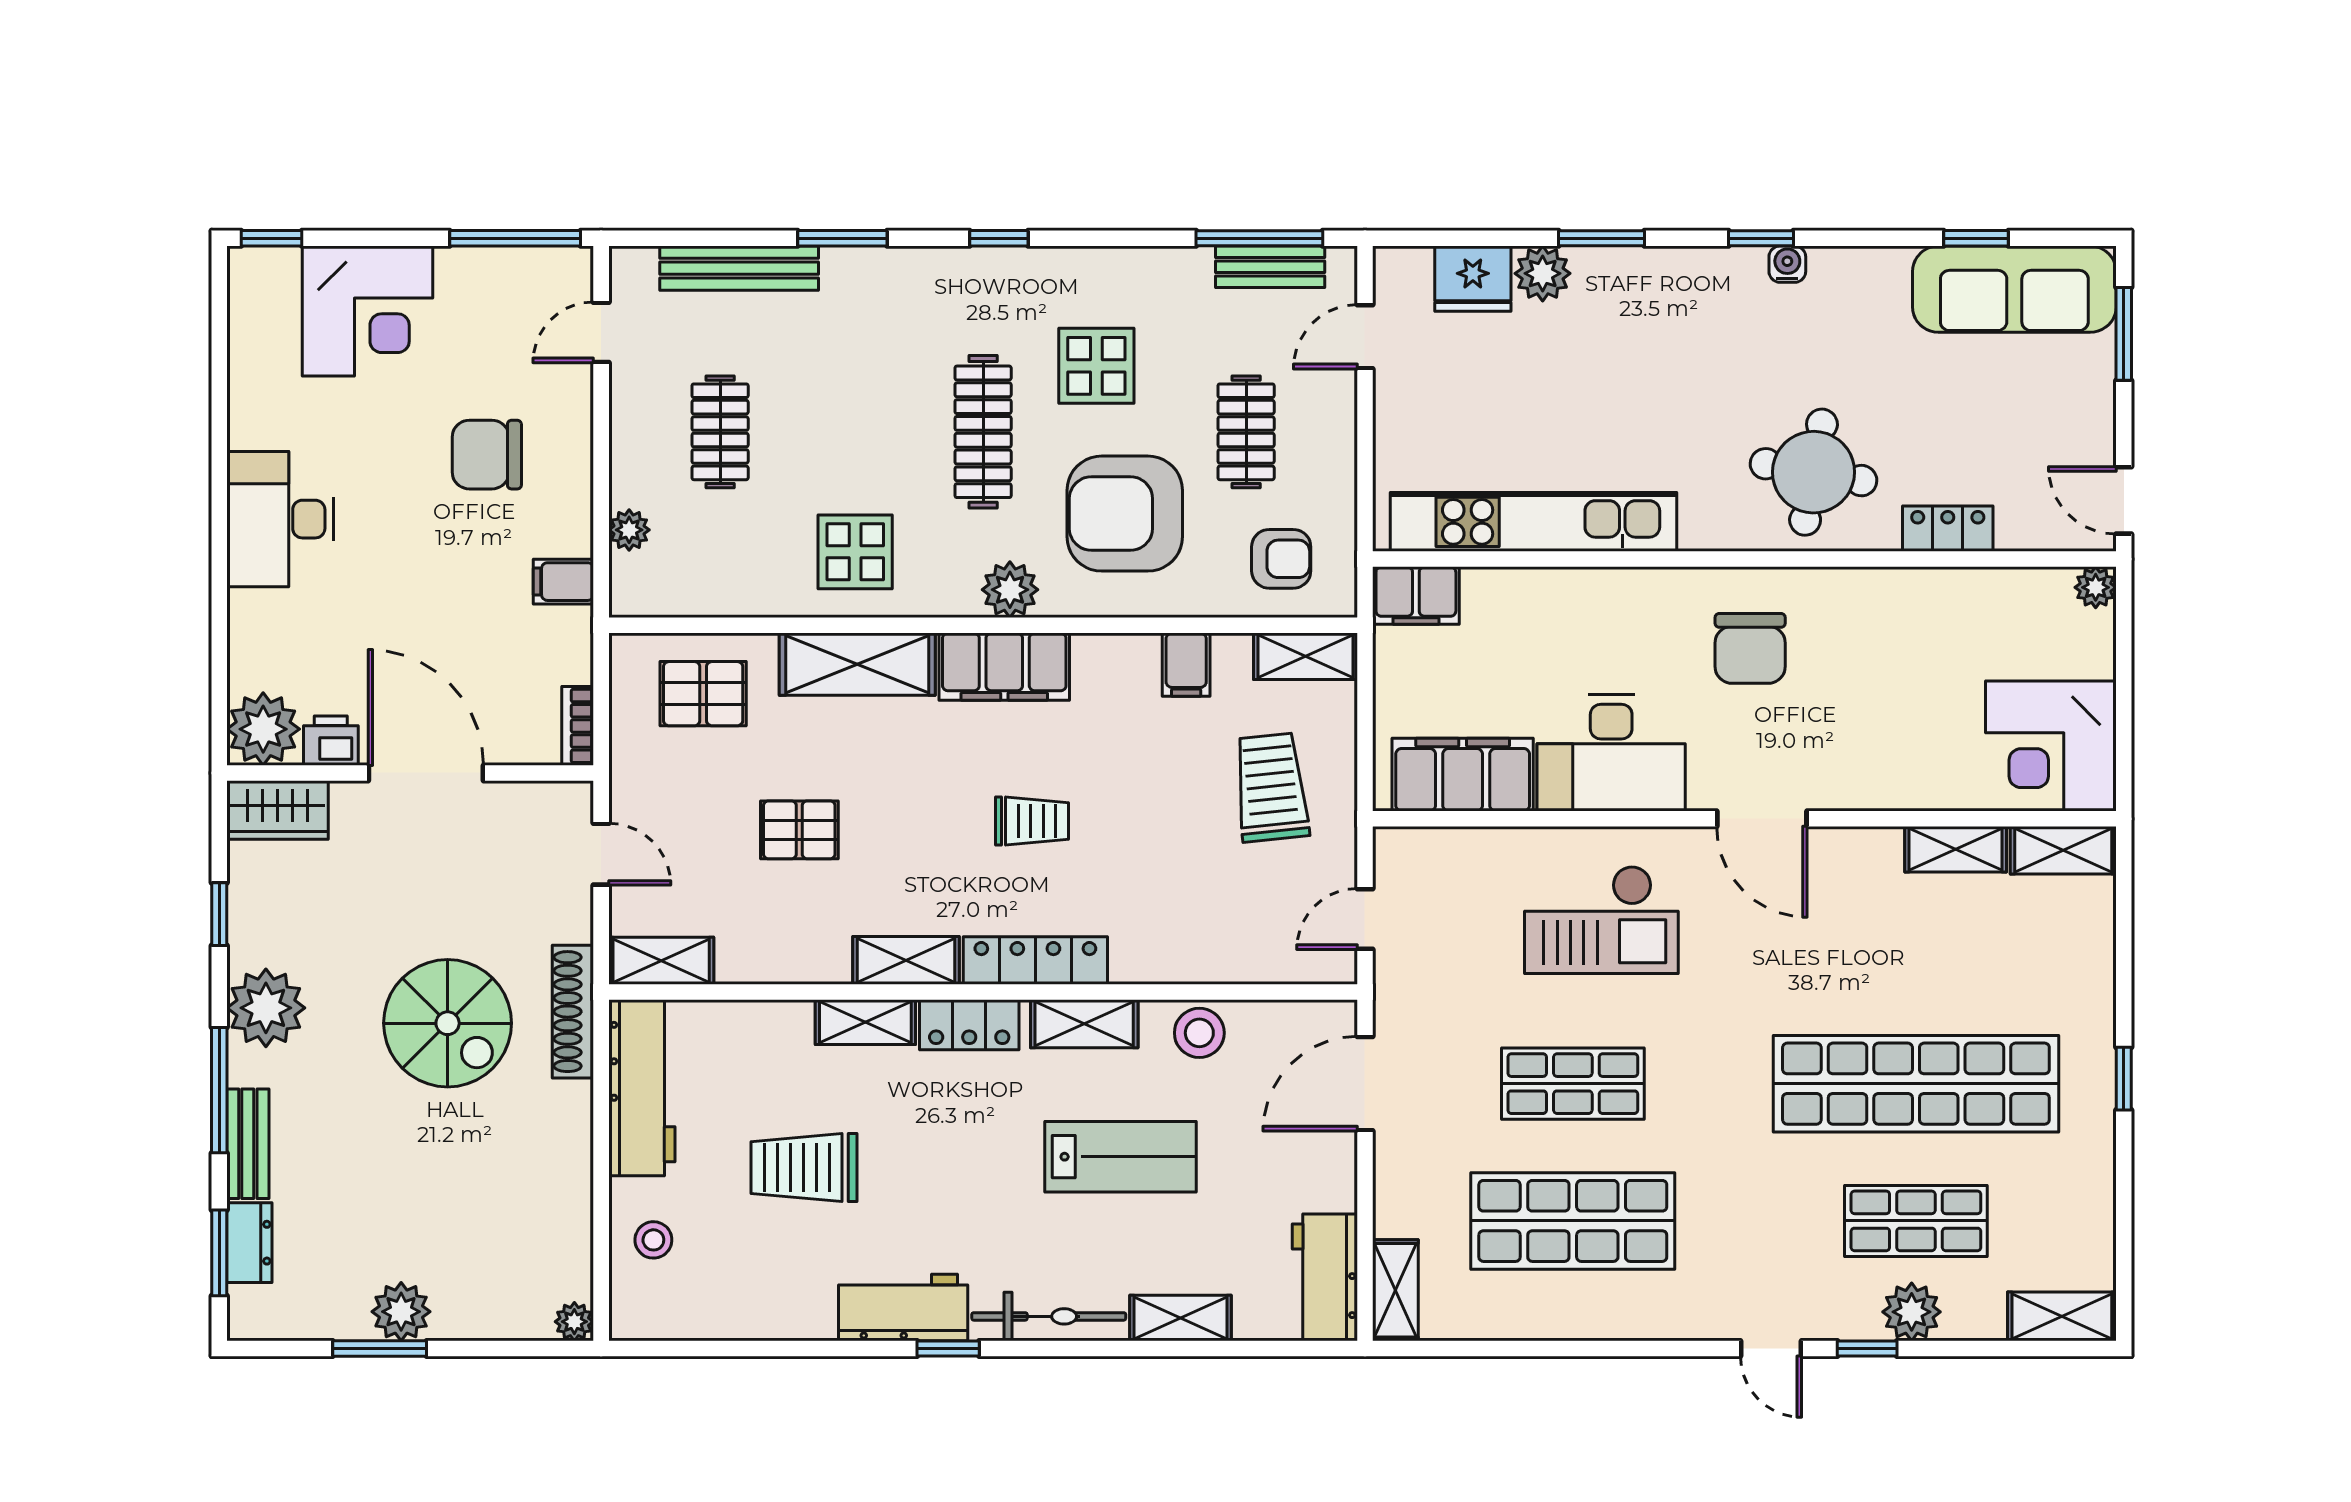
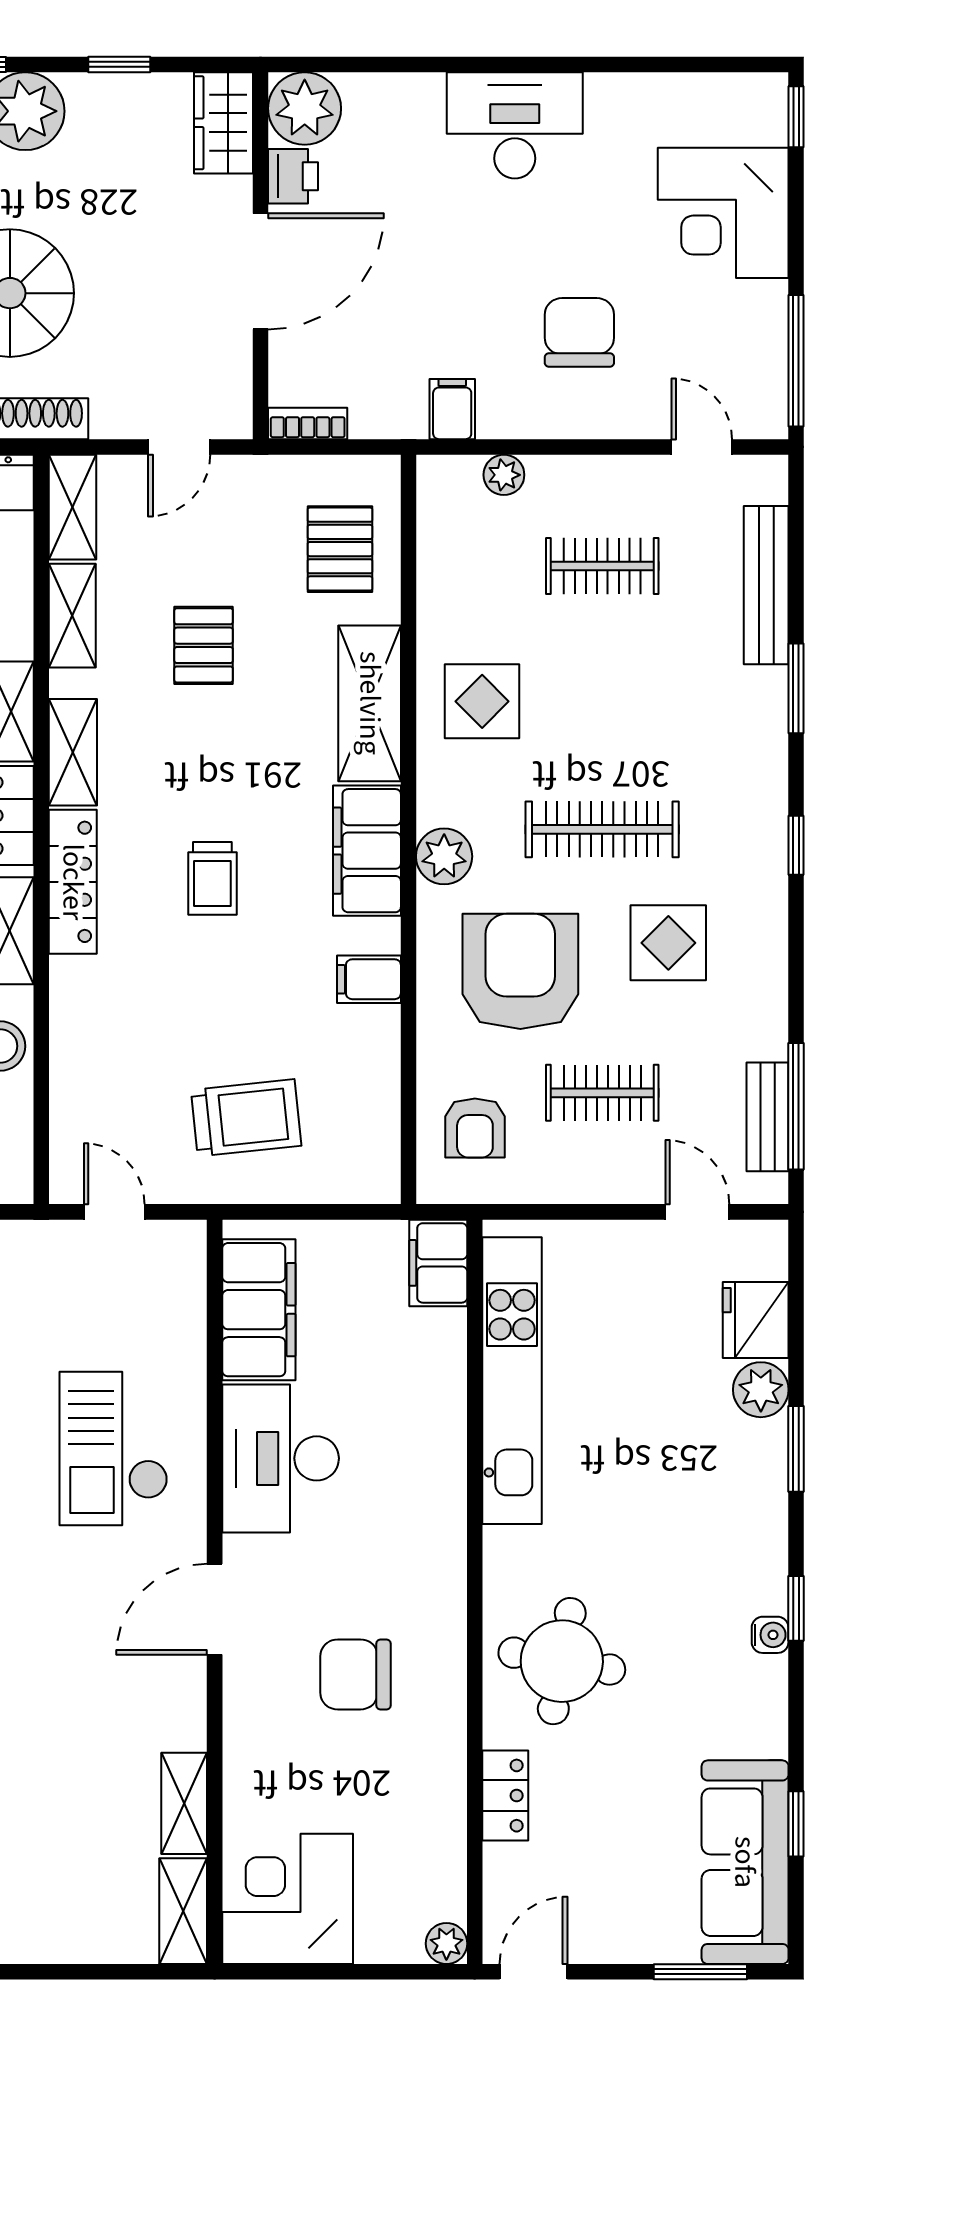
chair: (1750, 648) -> (355, 1674), moved
shelving: (1306, 656) -> (72, 616), moved
filing cabinet: (1186, 665) -> (369, 979), moved

